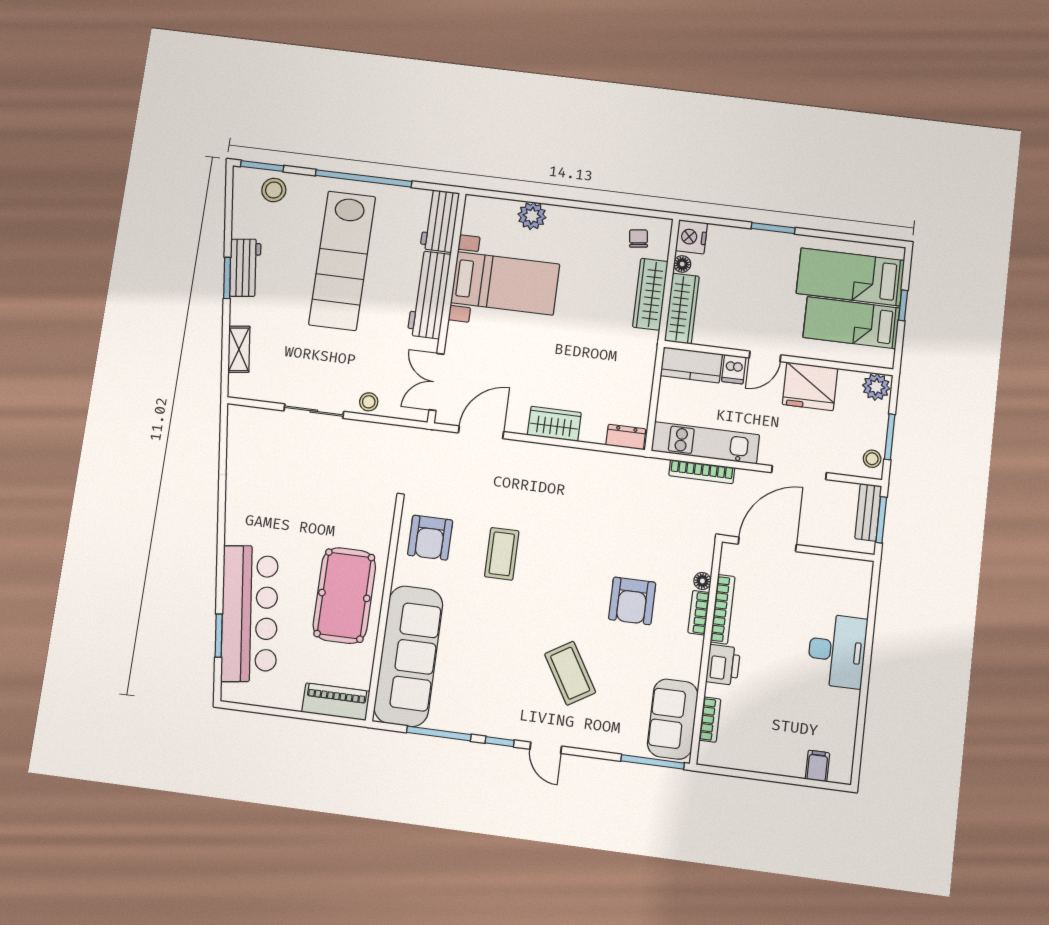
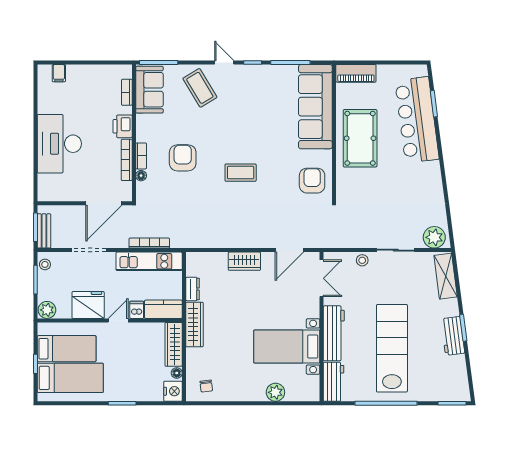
stool: (274, 190) -> (442, 389), removed
wardrobe: (650, 294) -> (194, 325), moved
shelving: (239, 349) -> (446, 276), width x1.50, depth x1.33
plant: (251, 423) -> (434, 237), added
dresser: (626, 437) -> (192, 289), moved, turned -90
coffee table: (502, 554) -> (241, 173), moved, turned 90
desk: (837, 651) -> (59, 144), width x1.36, depth x1.30
coffee table: (570, 673) -> (200, 88), moved

